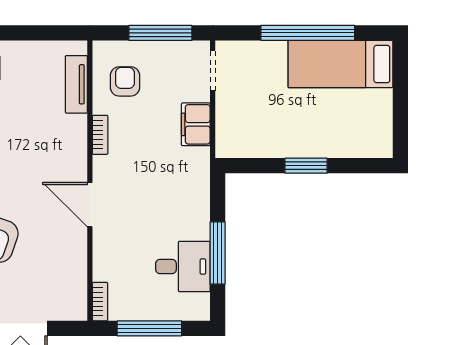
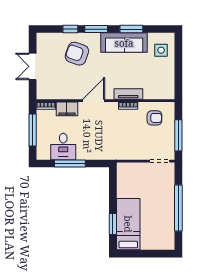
bed: (340, 64) -> (128, 224), moved
tv unit: (76, 84) -> (128, 94), moved
filing cabinet: (196, 124) -> (67, 109), moved, turned 180
window: (306, 166) -> (113, 224), moved

